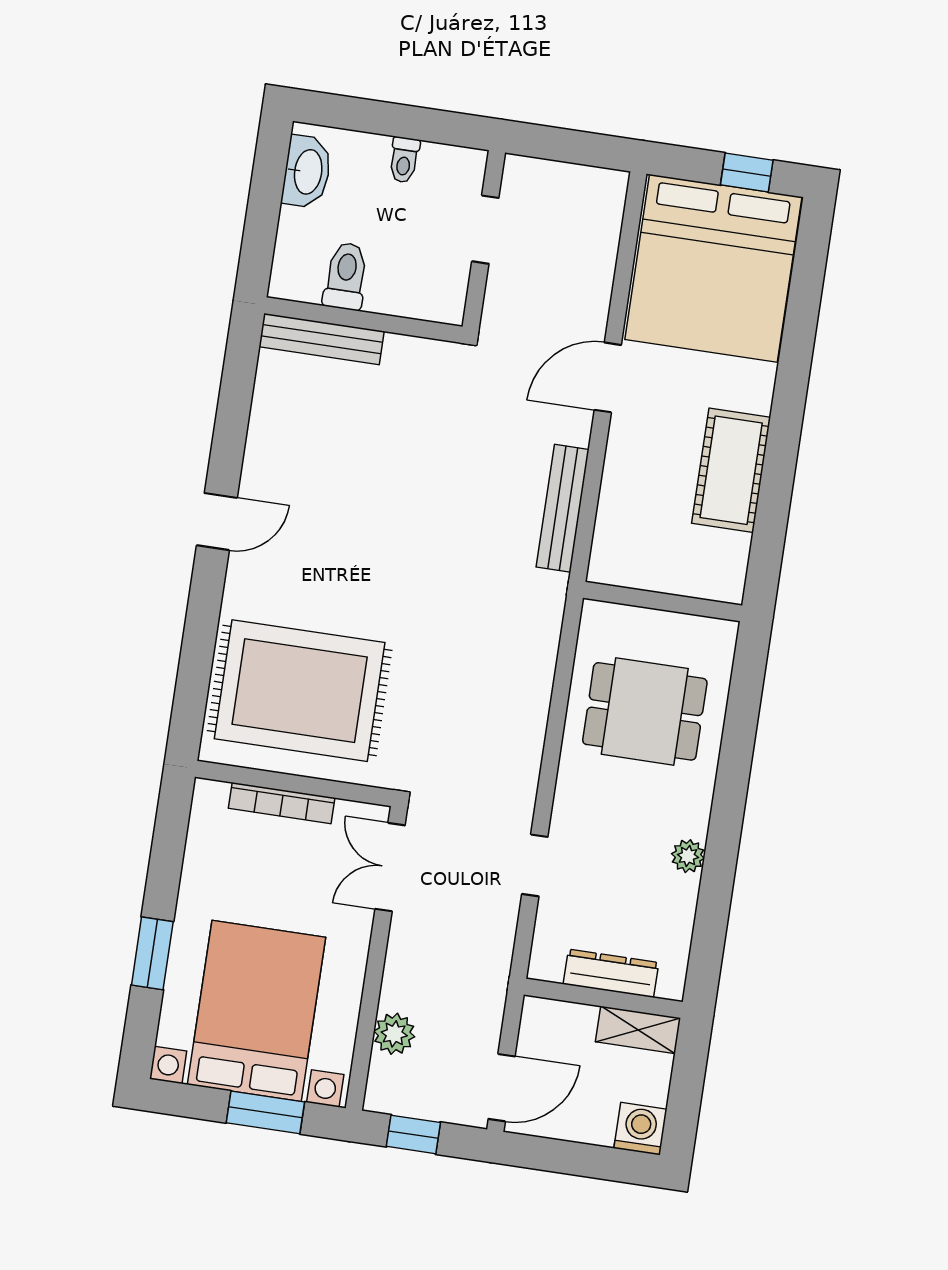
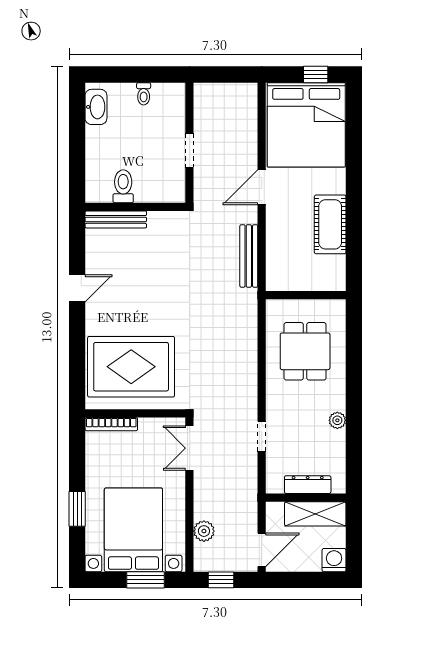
doorway: (485, 230) -> (189, 150), moved
toilet: (346, 276) -> (123, 186), moved
wall: (363, 320) -> (135, 207), moved
bench: (322, 339) -> (116, 219), moved
dining table: (645, 711) -> (305, 351), turned 90
bookcase: (282, 803) -> (111, 424), moved
shelving: (638, 1030) -> (315, 514), width x1.50, depth x1.33

